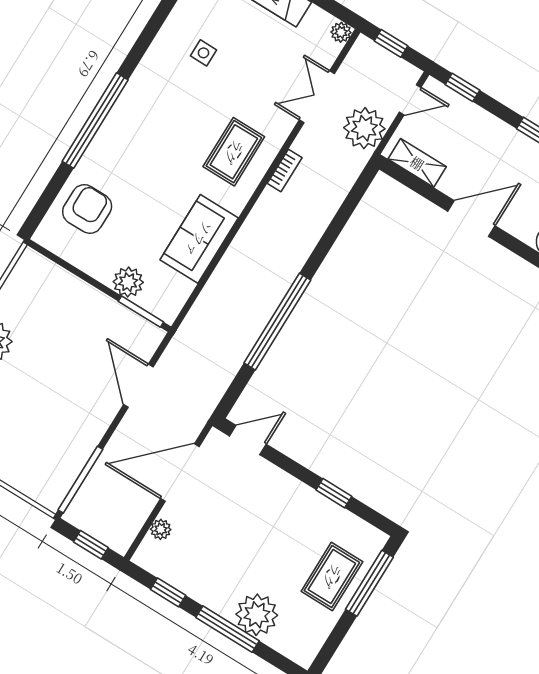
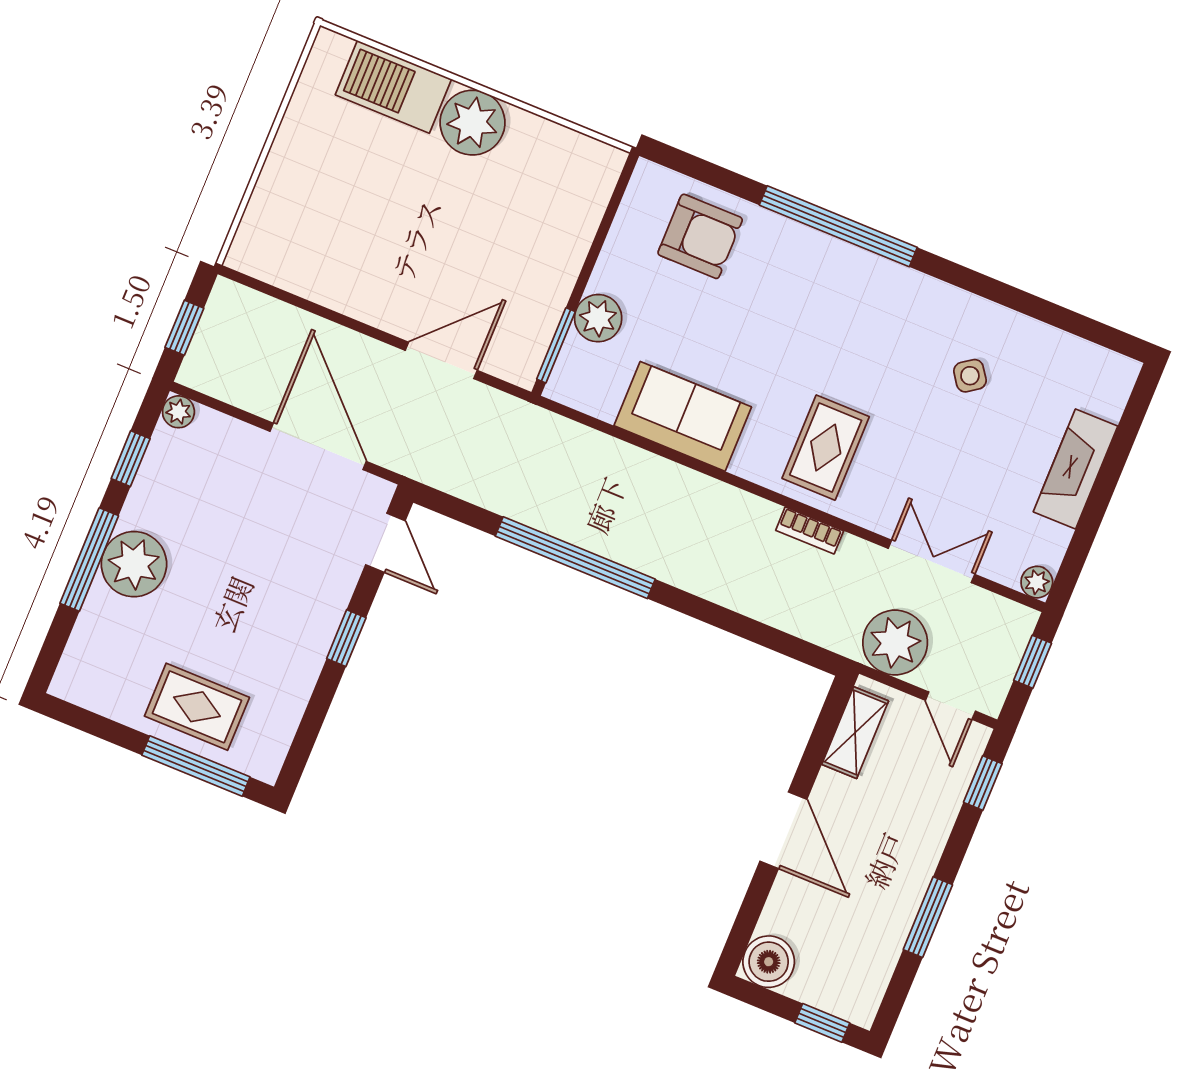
side table: (203, 53) -> (970, 376), turned -35
rug: (234, 152) -> (826, 448), turned 90
window: (80, 480) -> (282, 295), removed
window: (334, 493) -> (346, 638), moved
plant: (161, 529) -> (178, 412), moved
plant: (257, 615) -> (134, 564), moved

